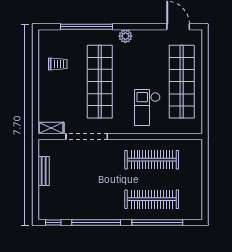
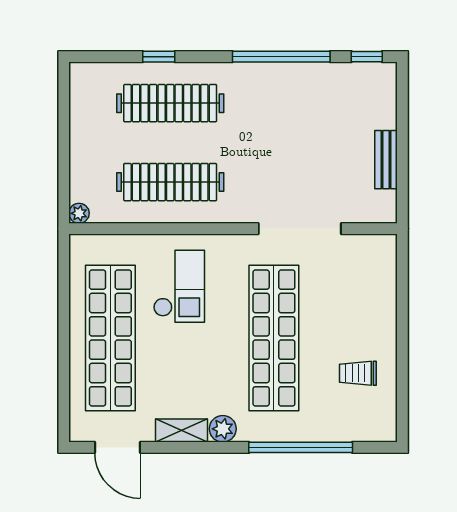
shelving: (51, 128) -> (181, 431), moved
plant: (197, 144) -> (79, 213), added
window: (157, 223) -> (159, 57), width x0.32

